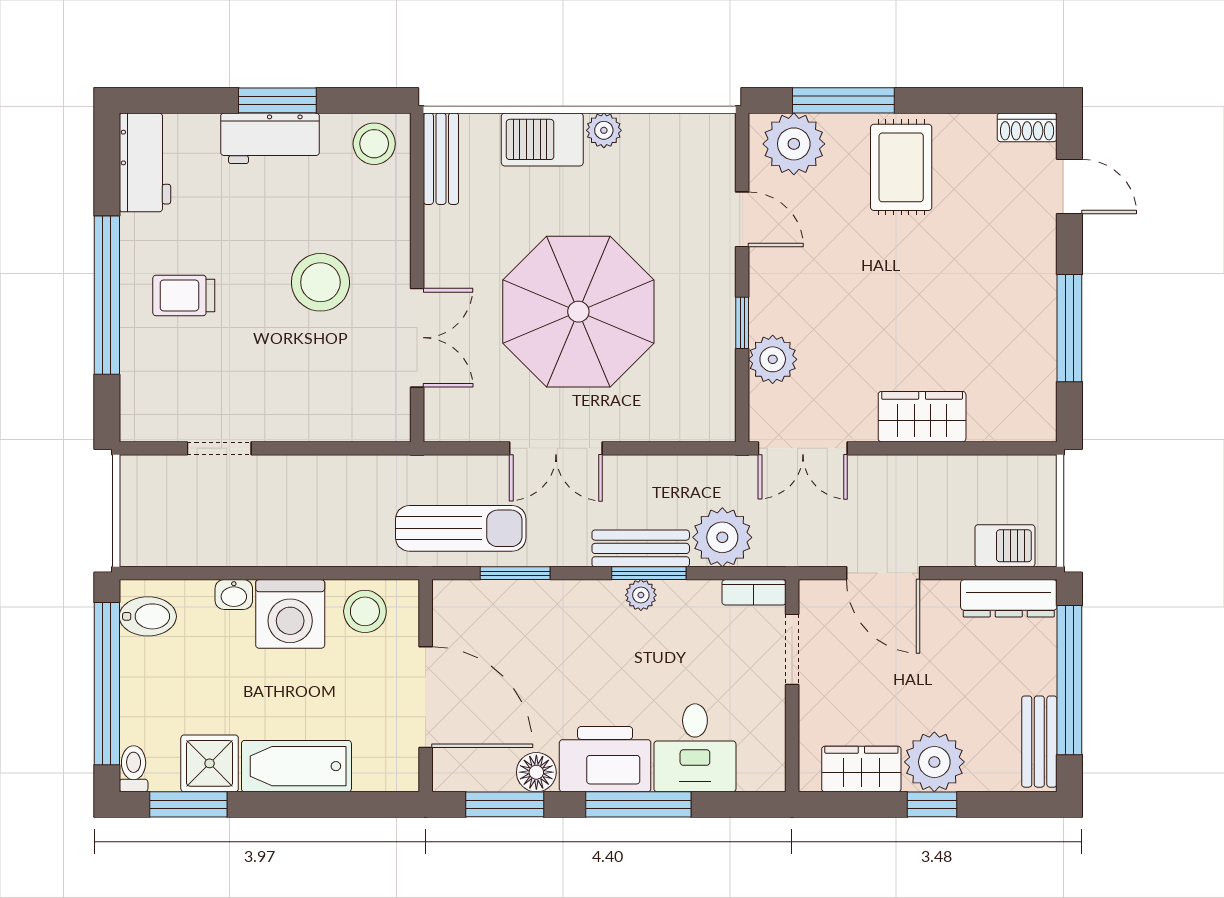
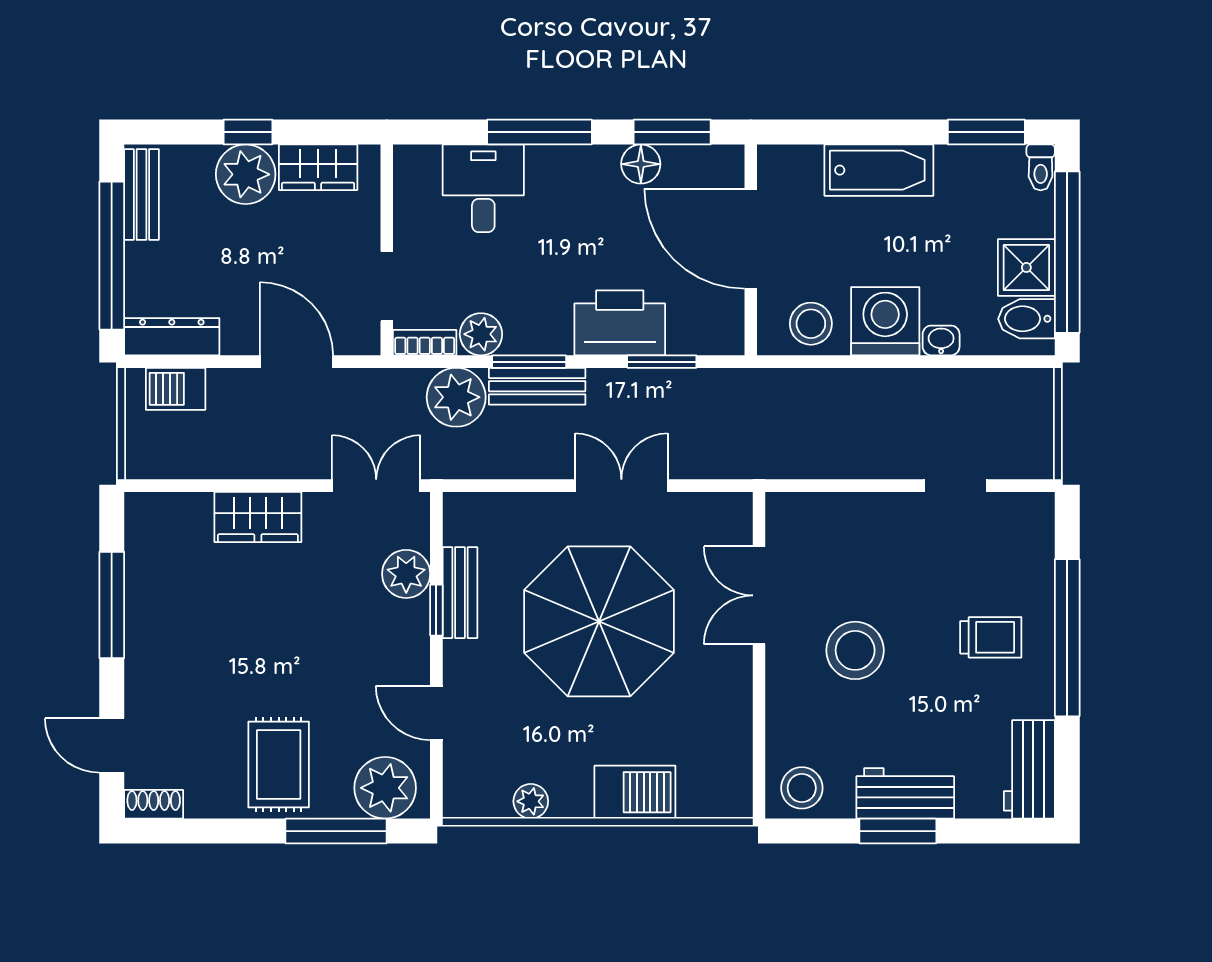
plant: (604, 130) -> (531, 801), moved
bench: (441, 159) -> (460, 593), moved
sun lounger: (461, 528) -> (716, 406), removed
plant: (641, 595) -> (481, 334), moved, width x1.38, depth x1.38
printer: (605, 759) -> (620, 323), moved, turned 180
shower: (210, 763) -> (1026, 267), moved

